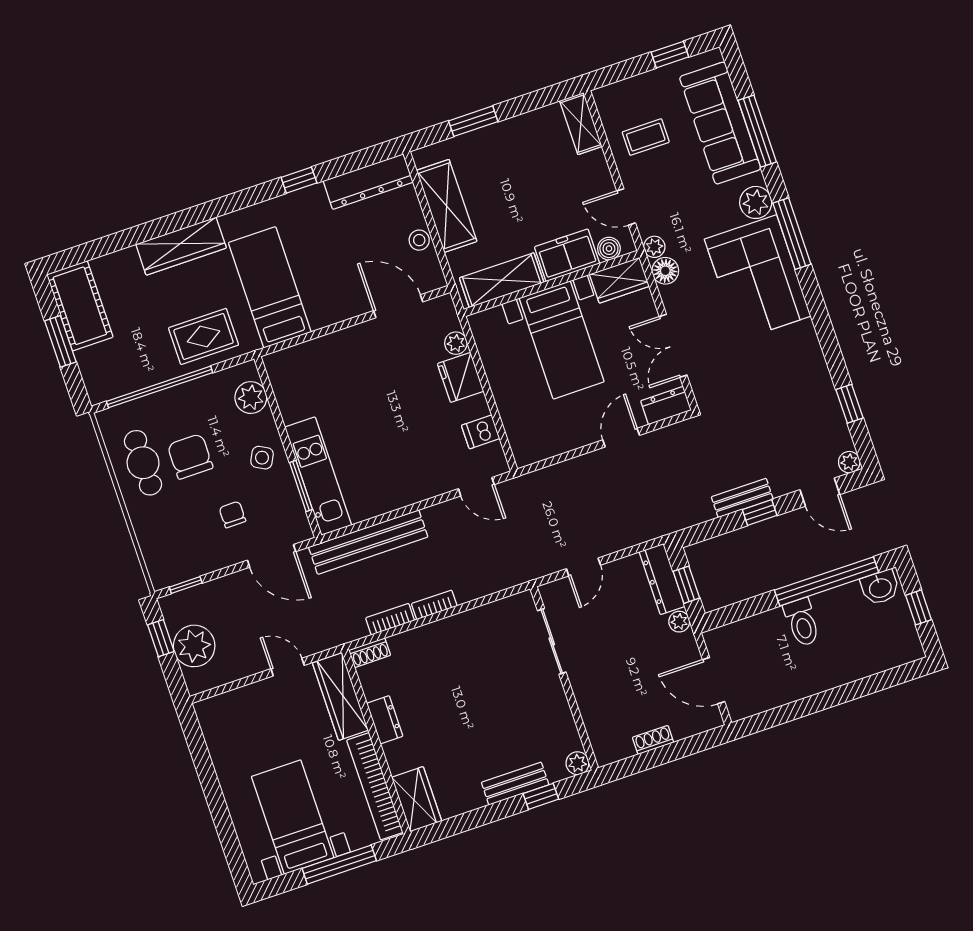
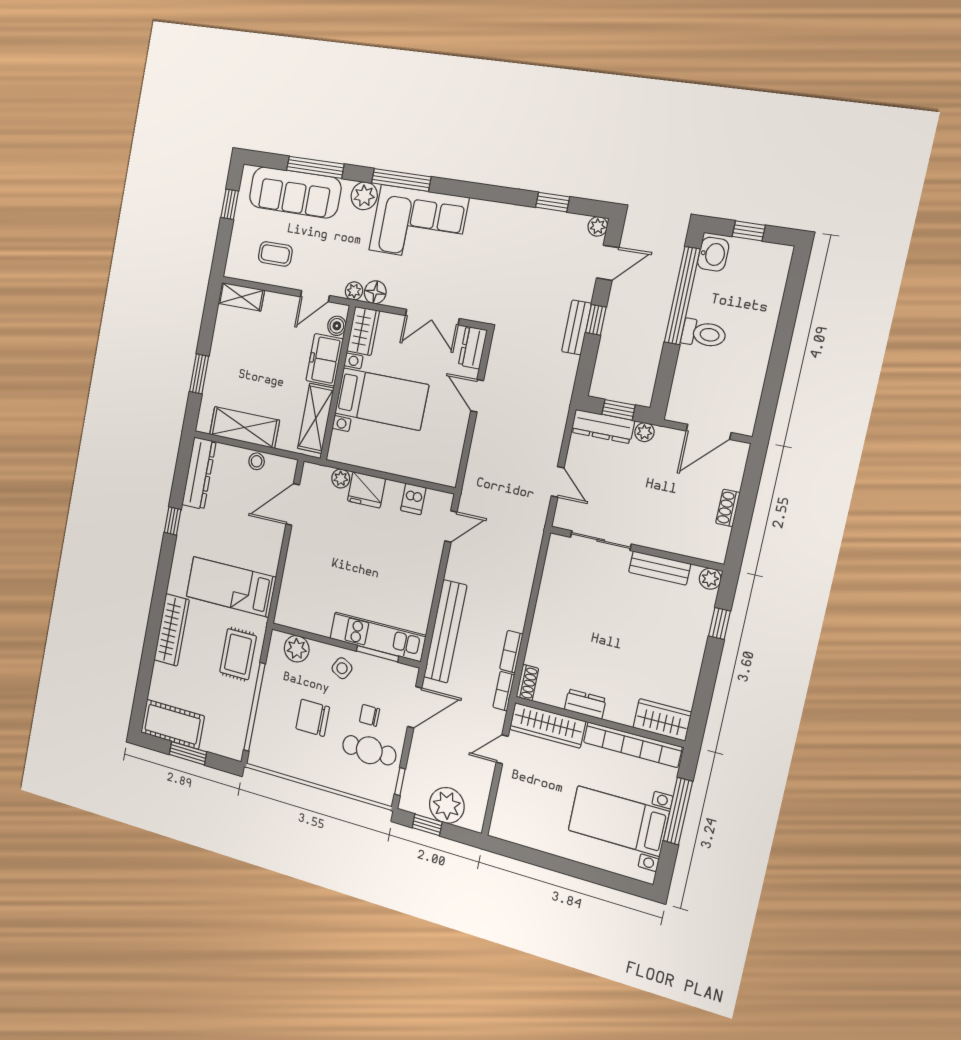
coffee table: (646, 137) -> (275, 254), turned 90
cafe table: (143, 463) -> (369, 750), moved
bookcase: (434, 605) -> (504, 691), moved
bench: (515, 784) -> (660, 568), moved, turned 90

